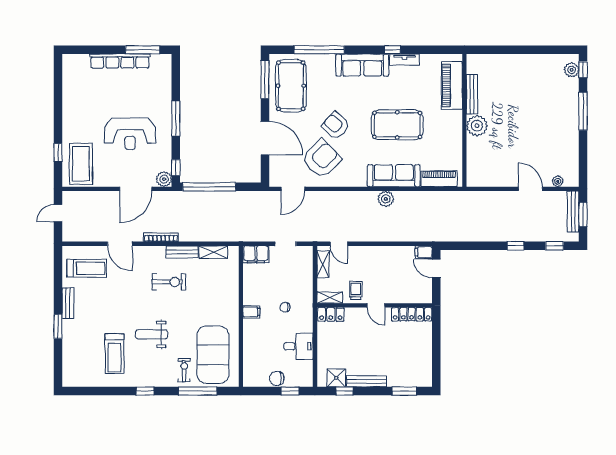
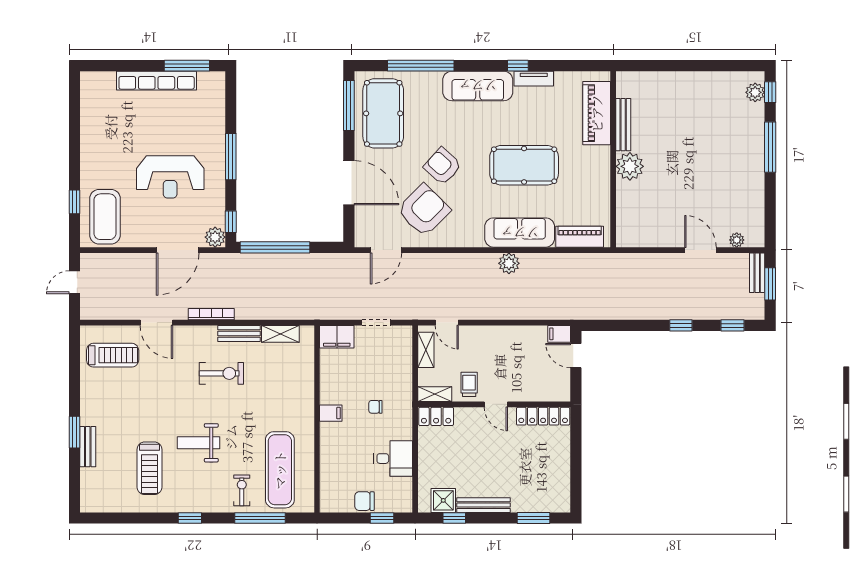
bench: (573, 211) -> (757, 273), width x0.73
bench: (68, 303) -> (88, 447), moved
exercise mat: (213, 355) -> (280, 470), width x0.68

